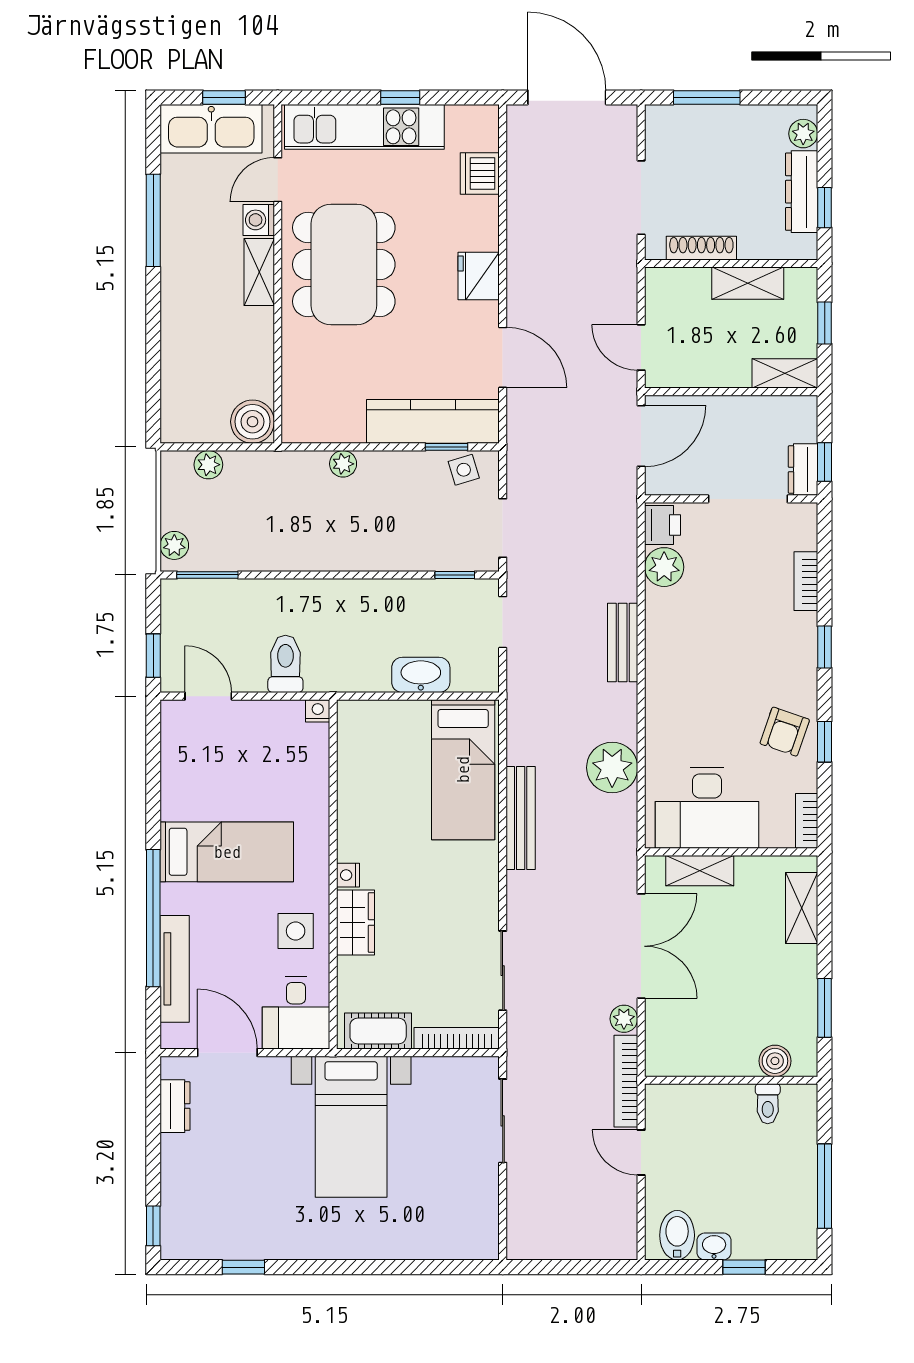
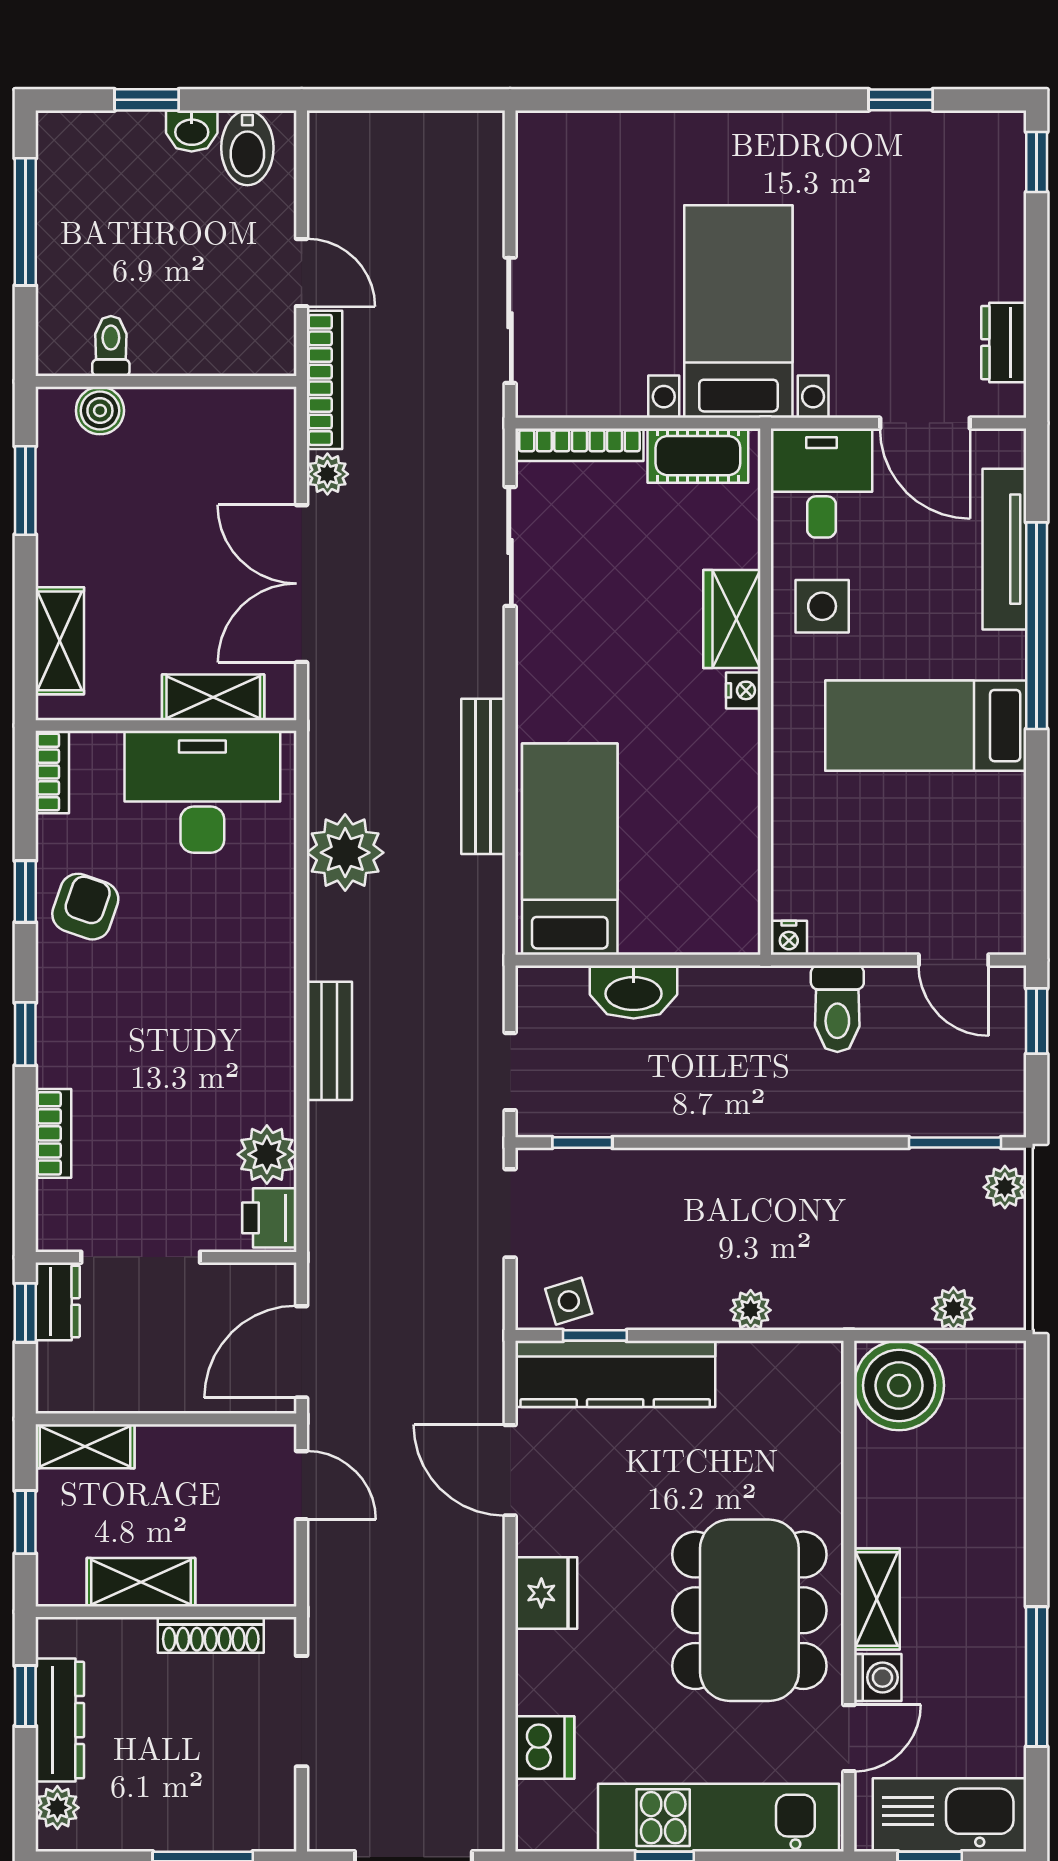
boiler: (253, 422) -> (899, 1385), width x1.37, depth x1.37

